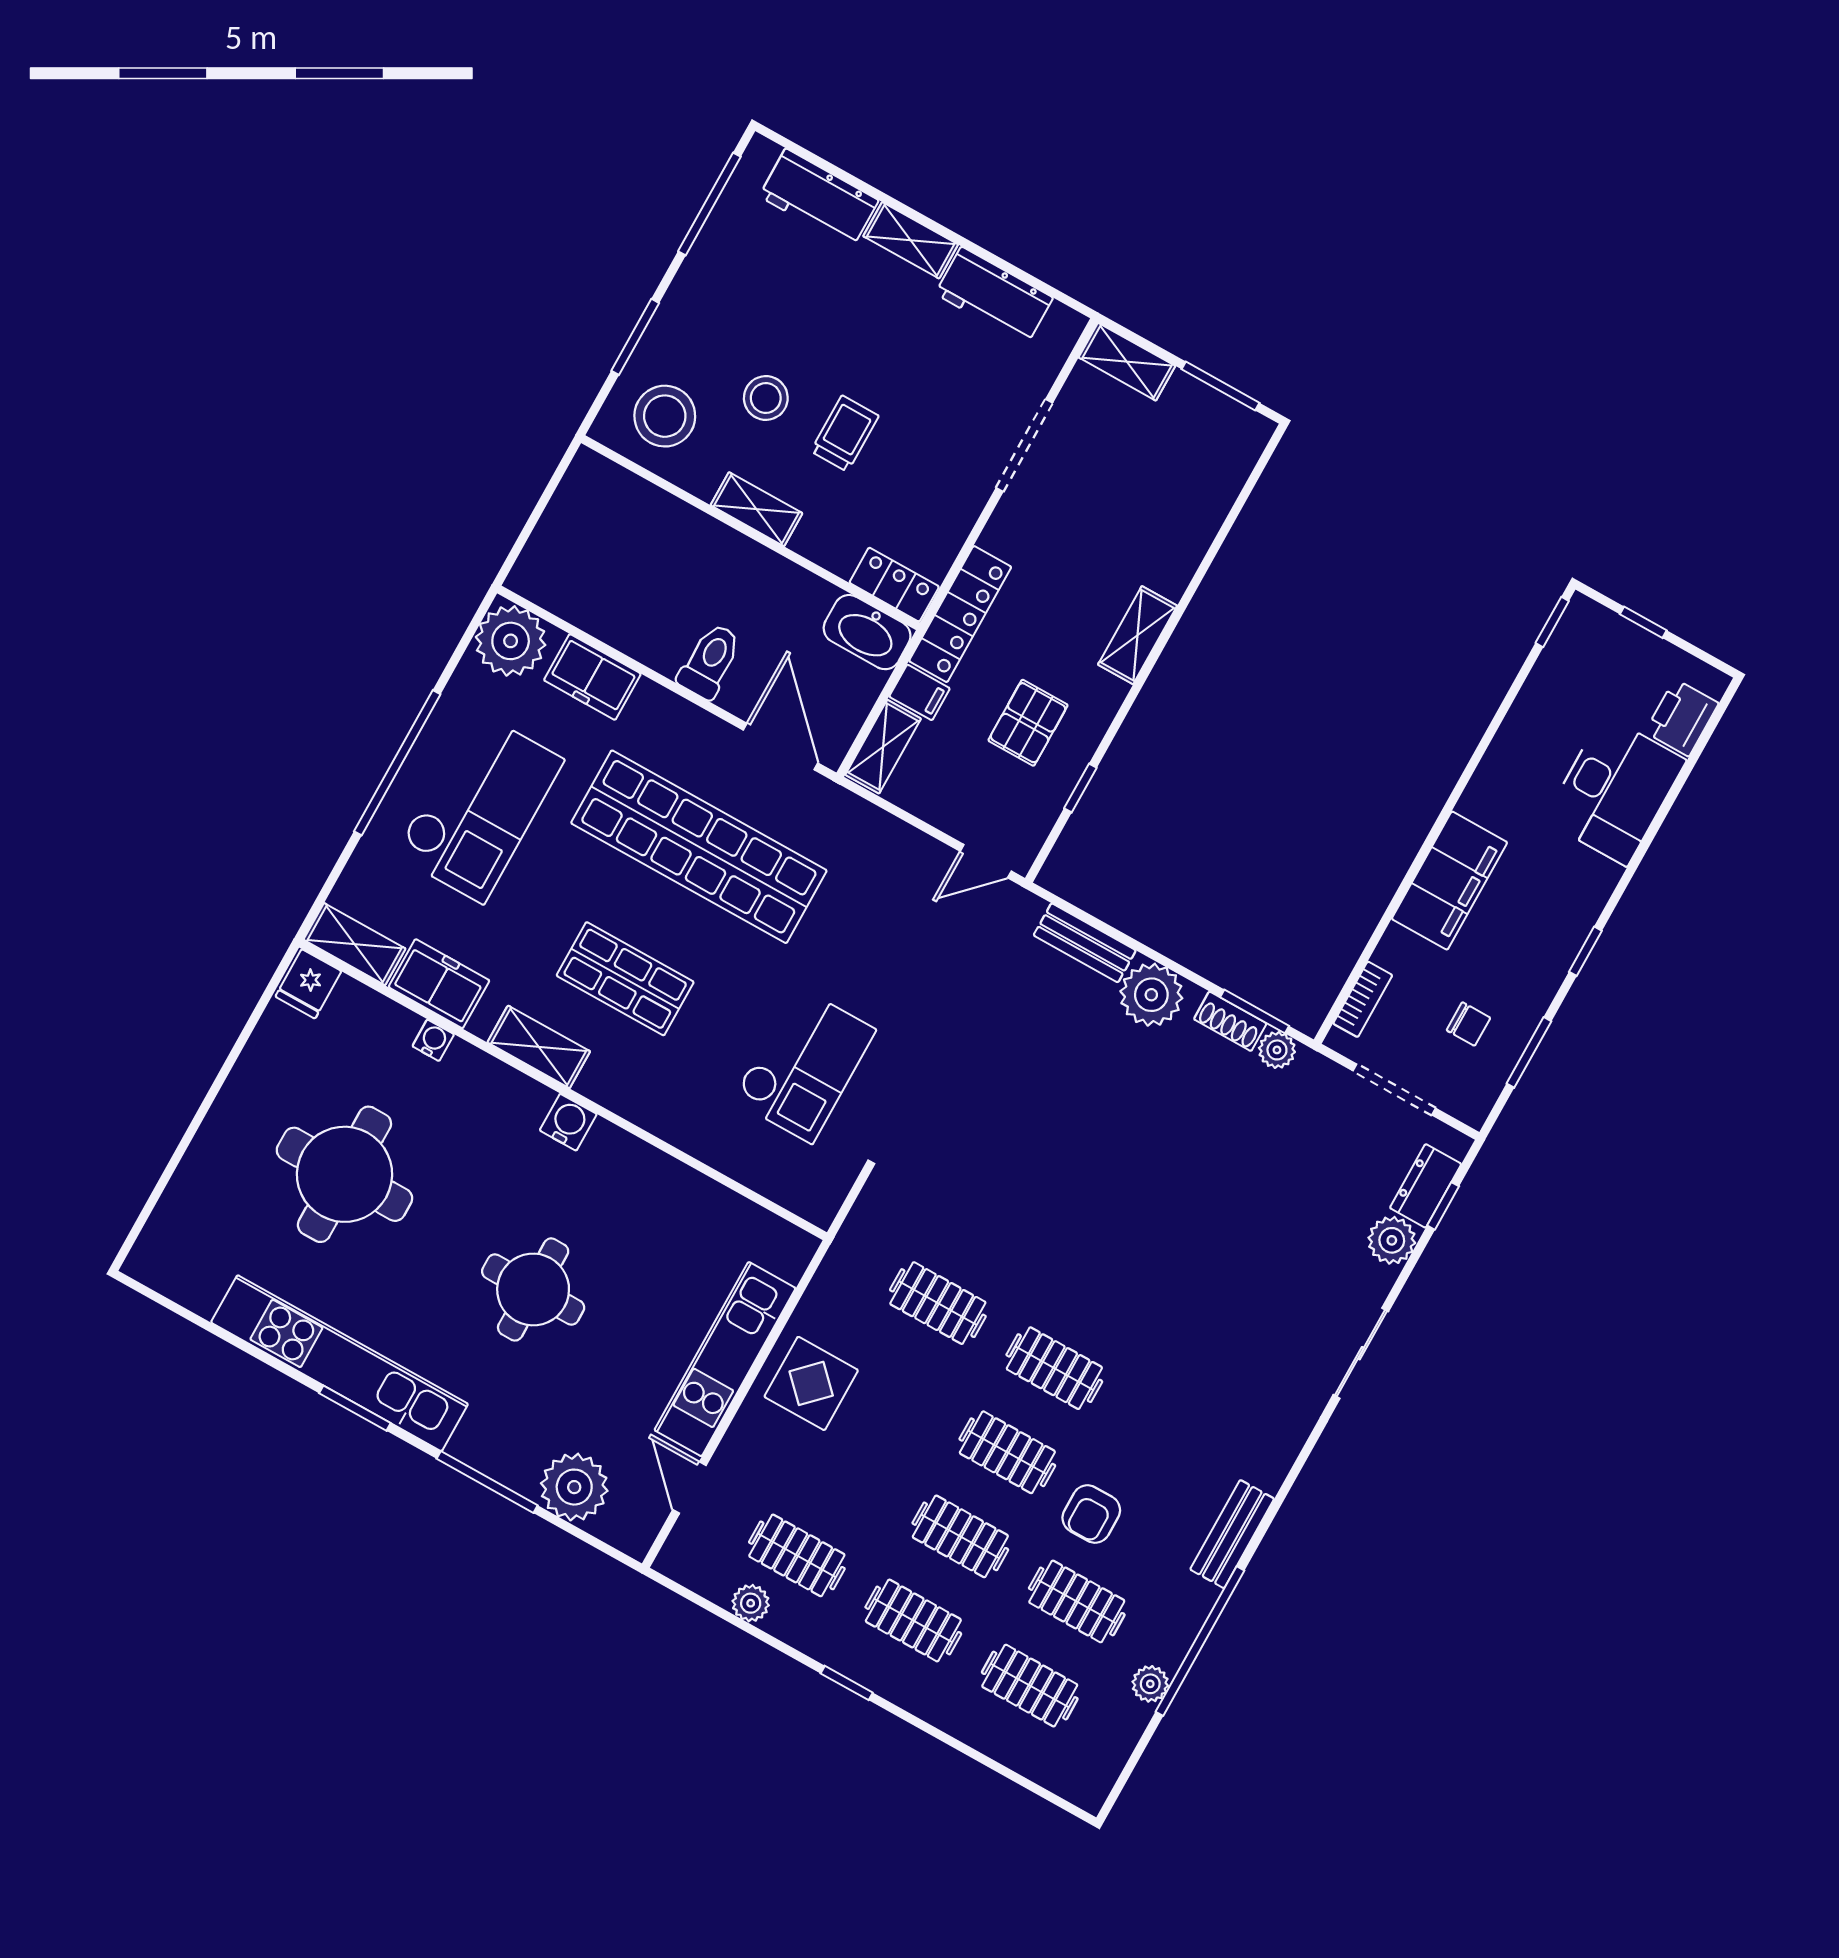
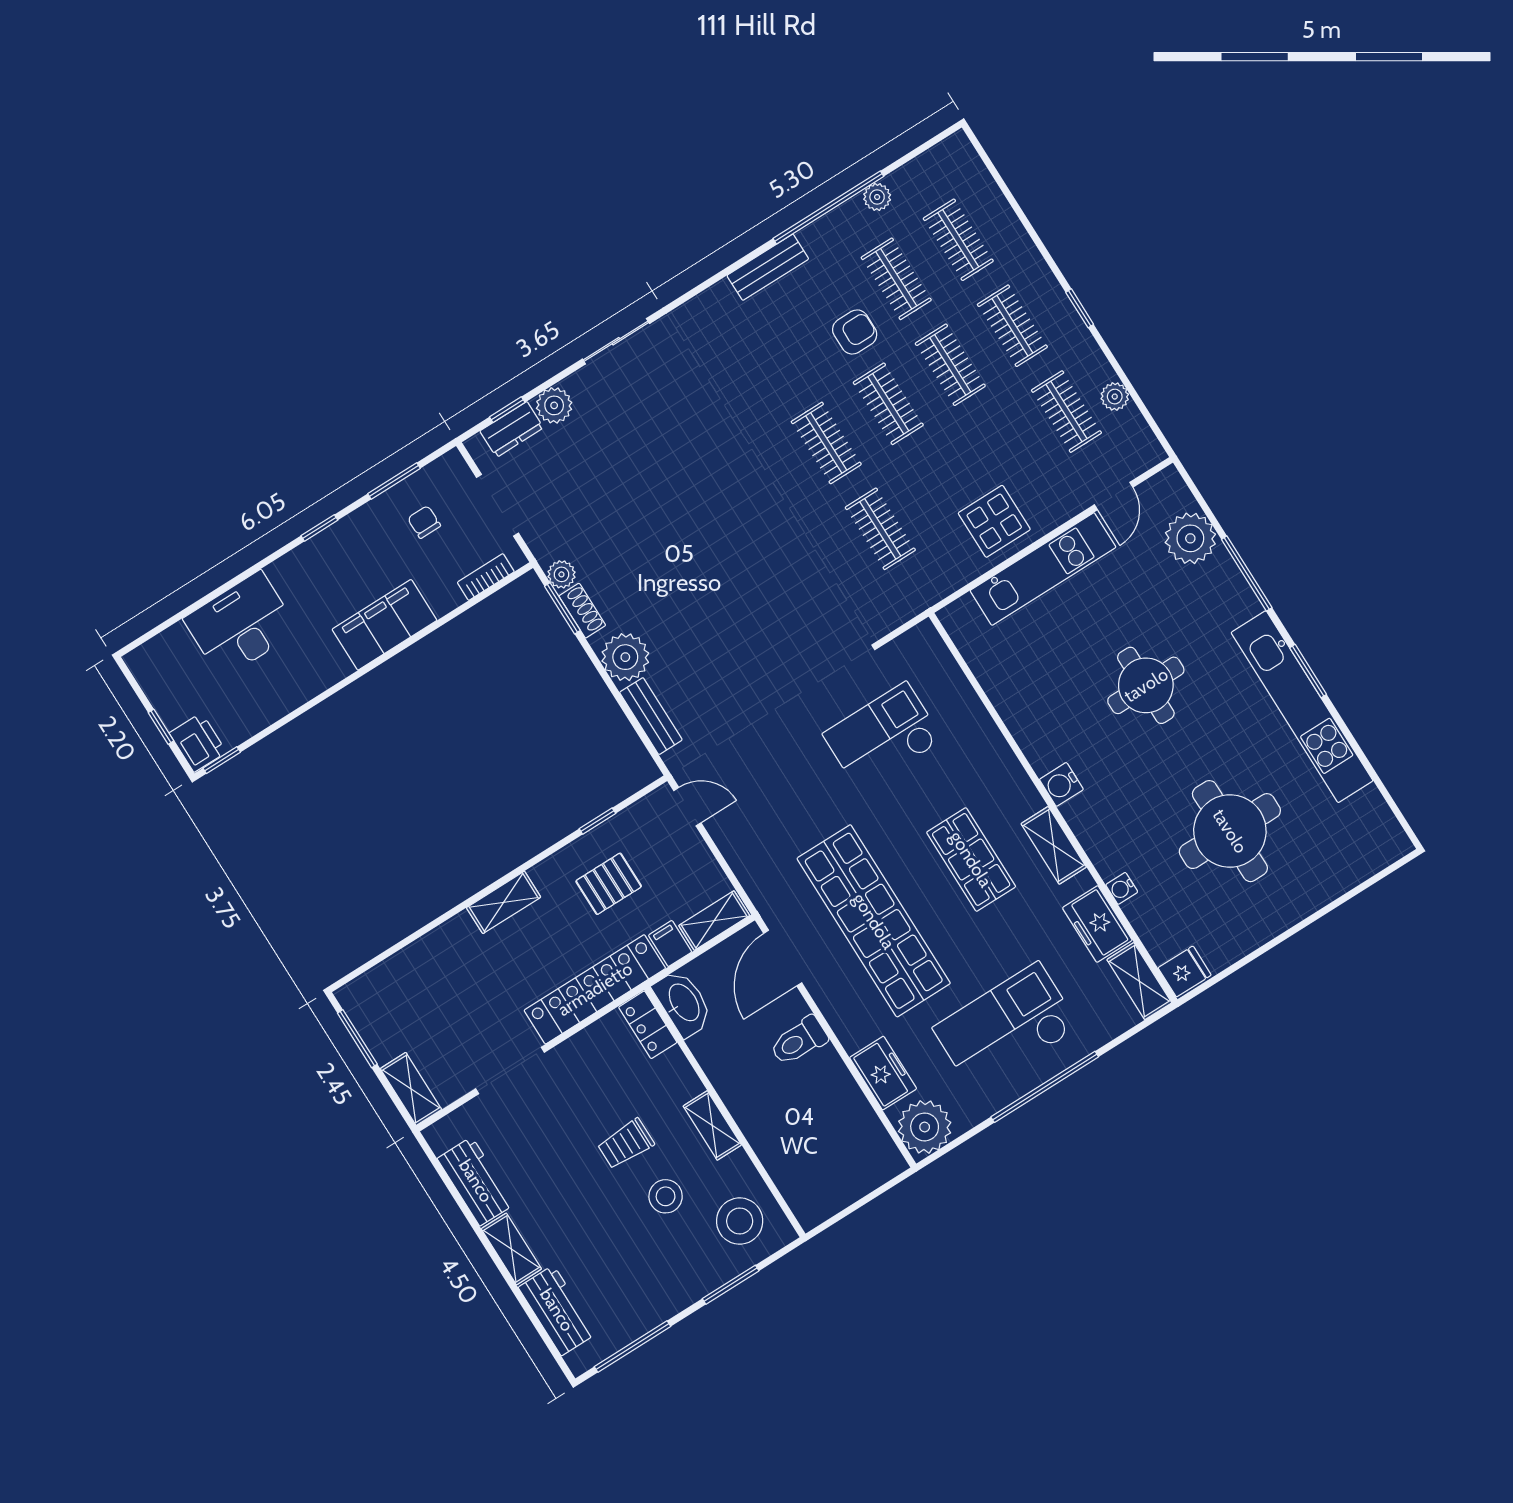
locker: (960, 614) -> (595, 989), width x1.41, depth x1.21
printer: (1682, 718) -> (198, 742), moved, turned -90

